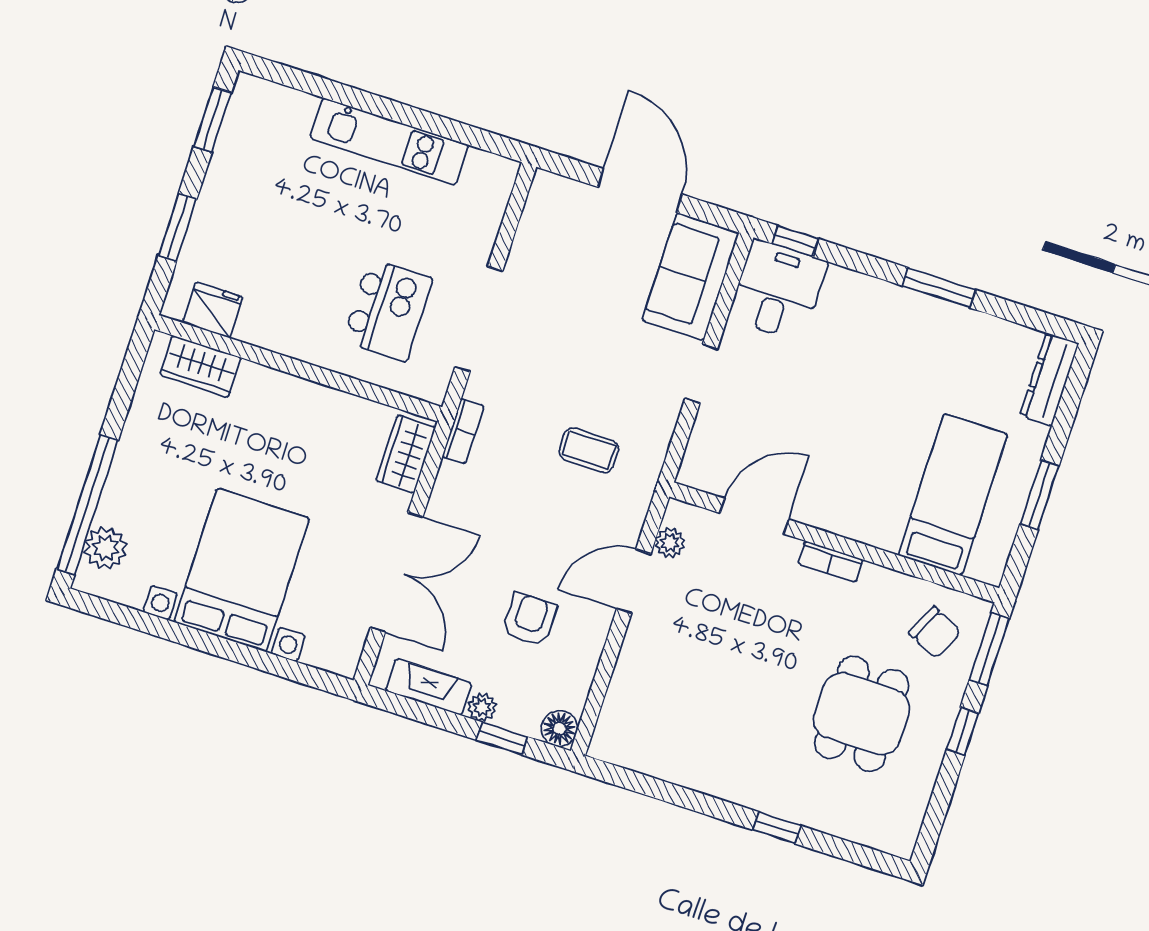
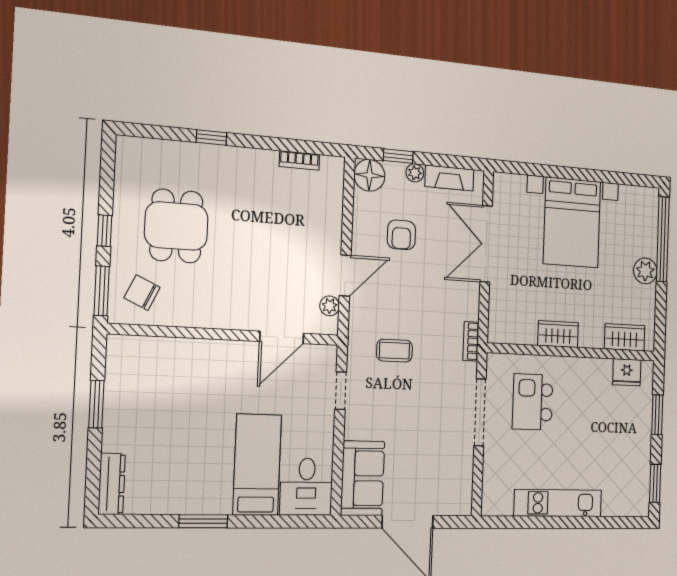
window: (795, 241) -> (304, 522), removed
doorway: (701, 374) -> (341, 391), moved
wardrobe: (406, 454) -> (558, 334), moved, turned -90
bed: (953, 495) -> (257, 465), moved, turned 180
plant: (106, 548) -> (645, 271), moved
bookcase: (830, 562) -> (299, 160), moved, turned 180
floor lamp: (559, 729) -> (369, 175), width x1.38, depth x1.38

